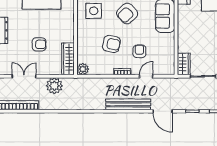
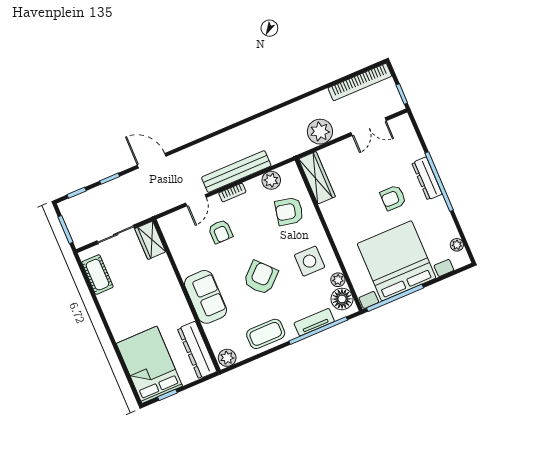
armchair: (39, 44) -> (393, 198), moved
armchair: (111, 44) -> (289, 211), moved
plant: (83, 69) -> (271, 180), moved
bench: (128, 104) -> (236, 172), moved

